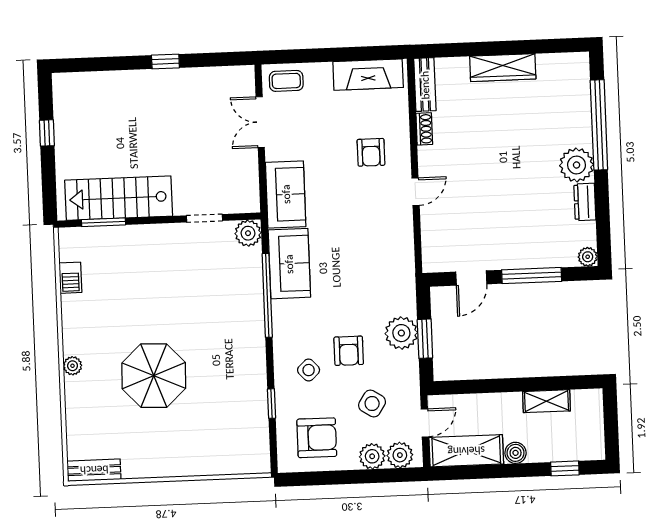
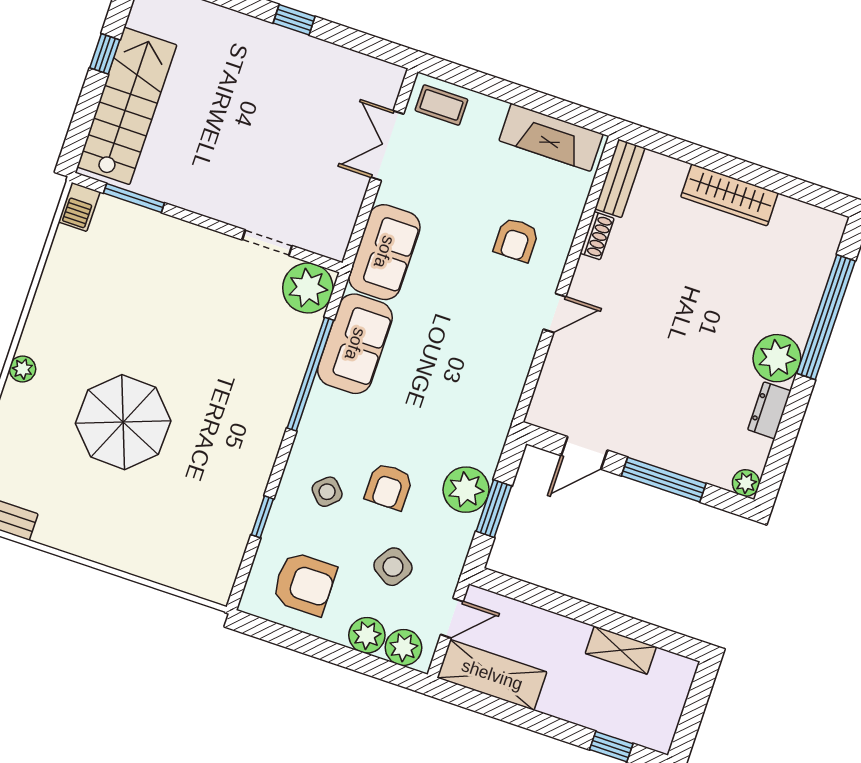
stairs: (119, 198) -> (127, 106), moved, turned 90
plant: (248, 233) -> (308, 288), width x1.36, depth x1.36
barbecue: (70, 278) -> (79, 207), moved
boiler: (516, 453) -> (555, 702), removed

